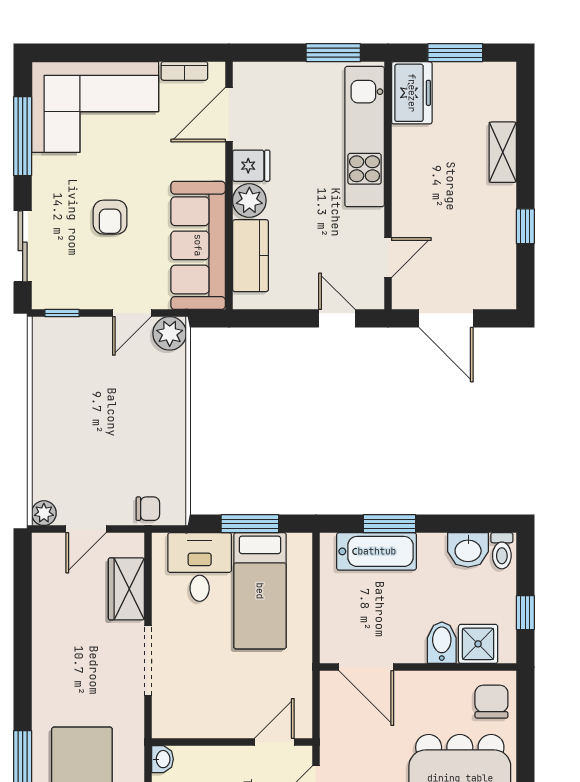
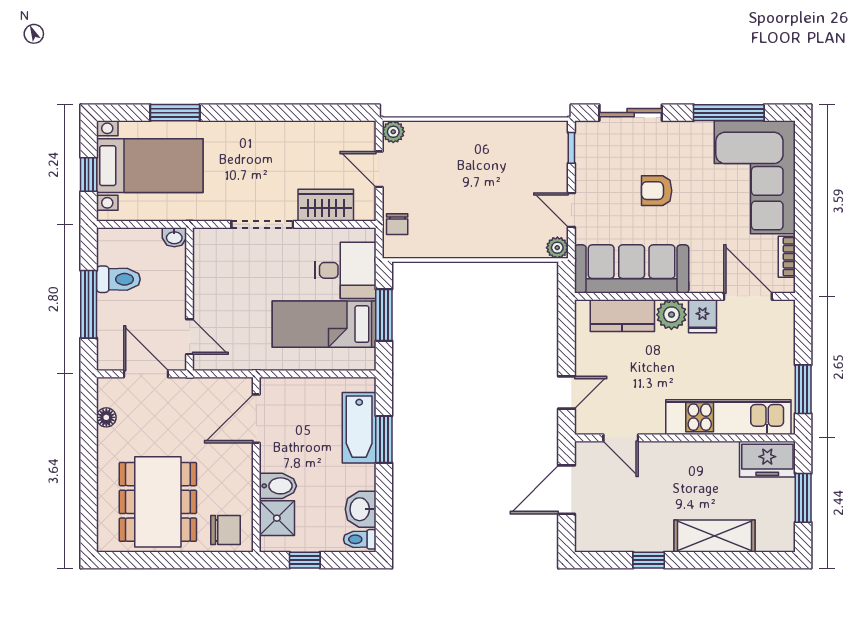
shelving: (503, 152) -> (714, 536), width x1.50, depth x1.33
plant: (170, 333) -> (557, 248), width x0.73, depth x0.73

